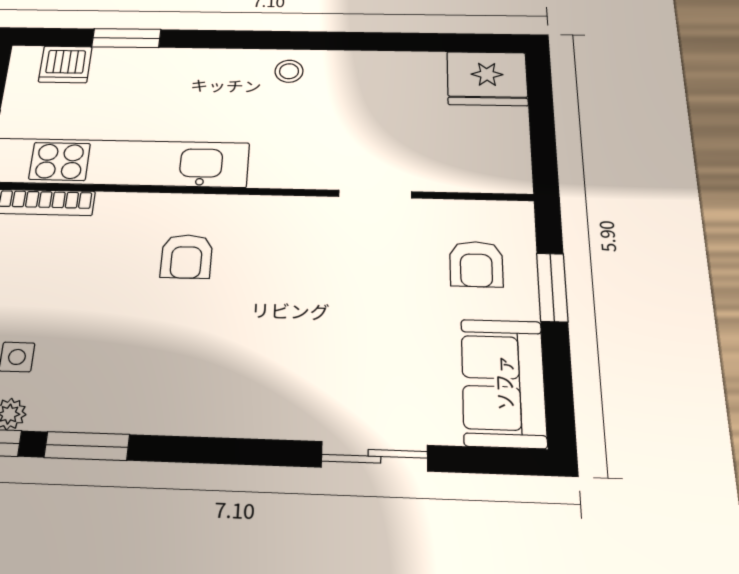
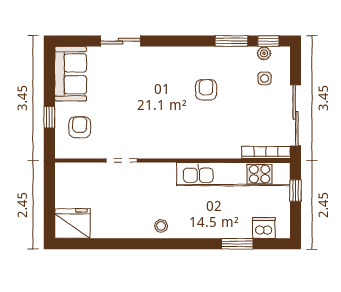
armchair: (187, 256) -> (206, 90), moved
window: (552, 287) -> (49, 117), width x0.67

